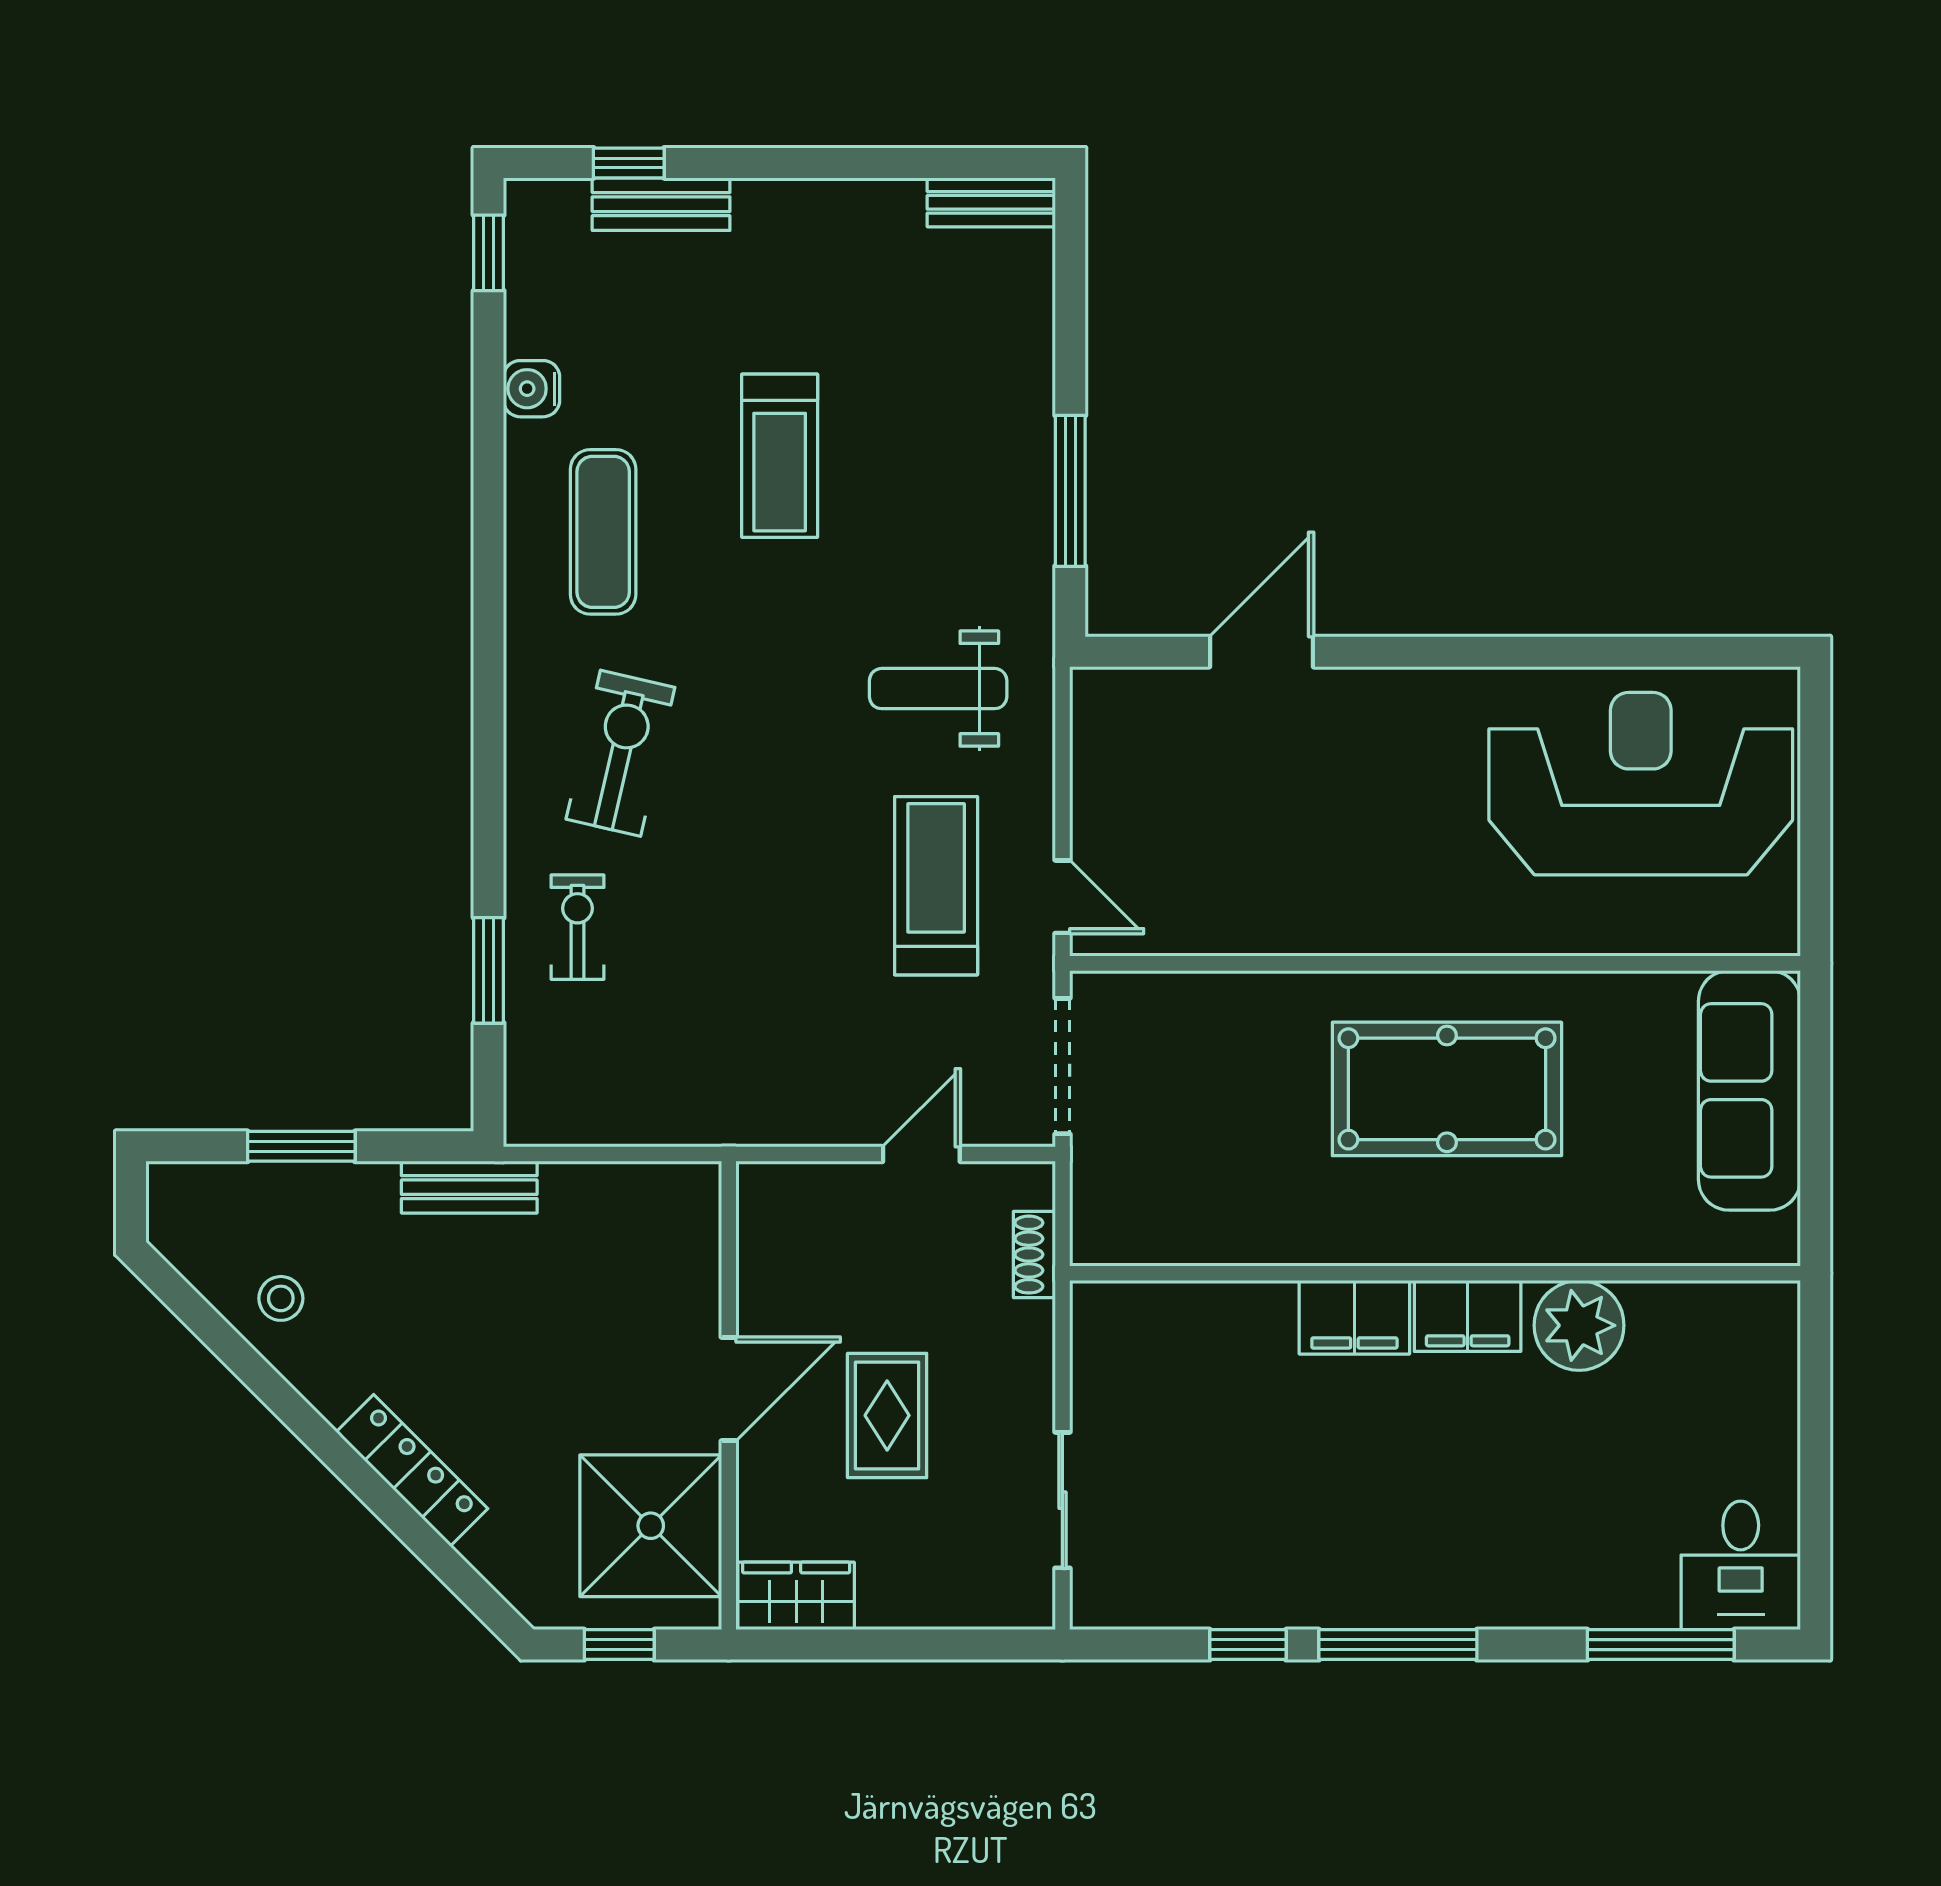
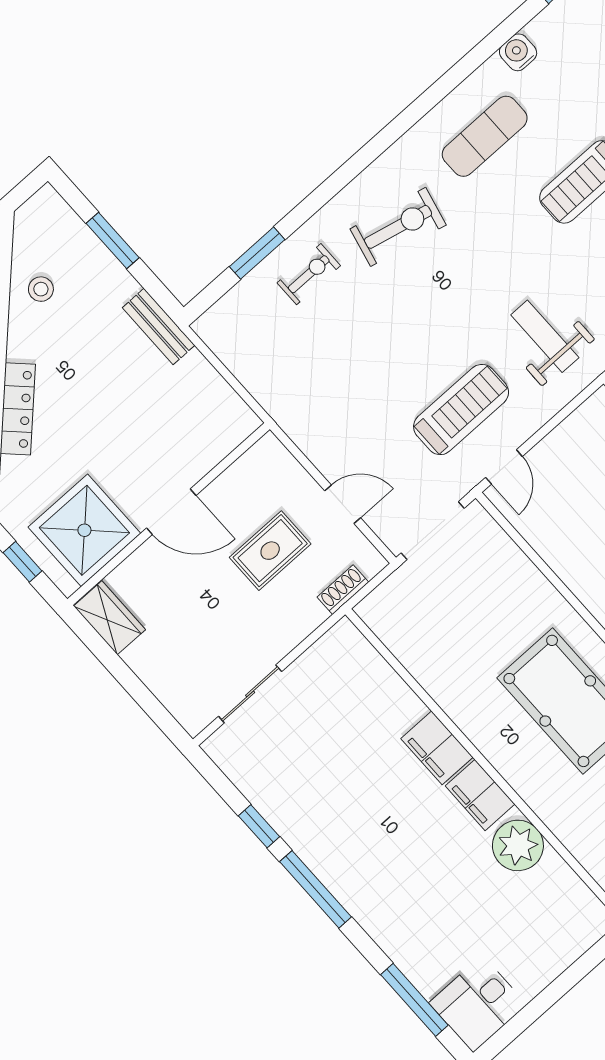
rug: (887, 1415) -> (270, 551), moved

